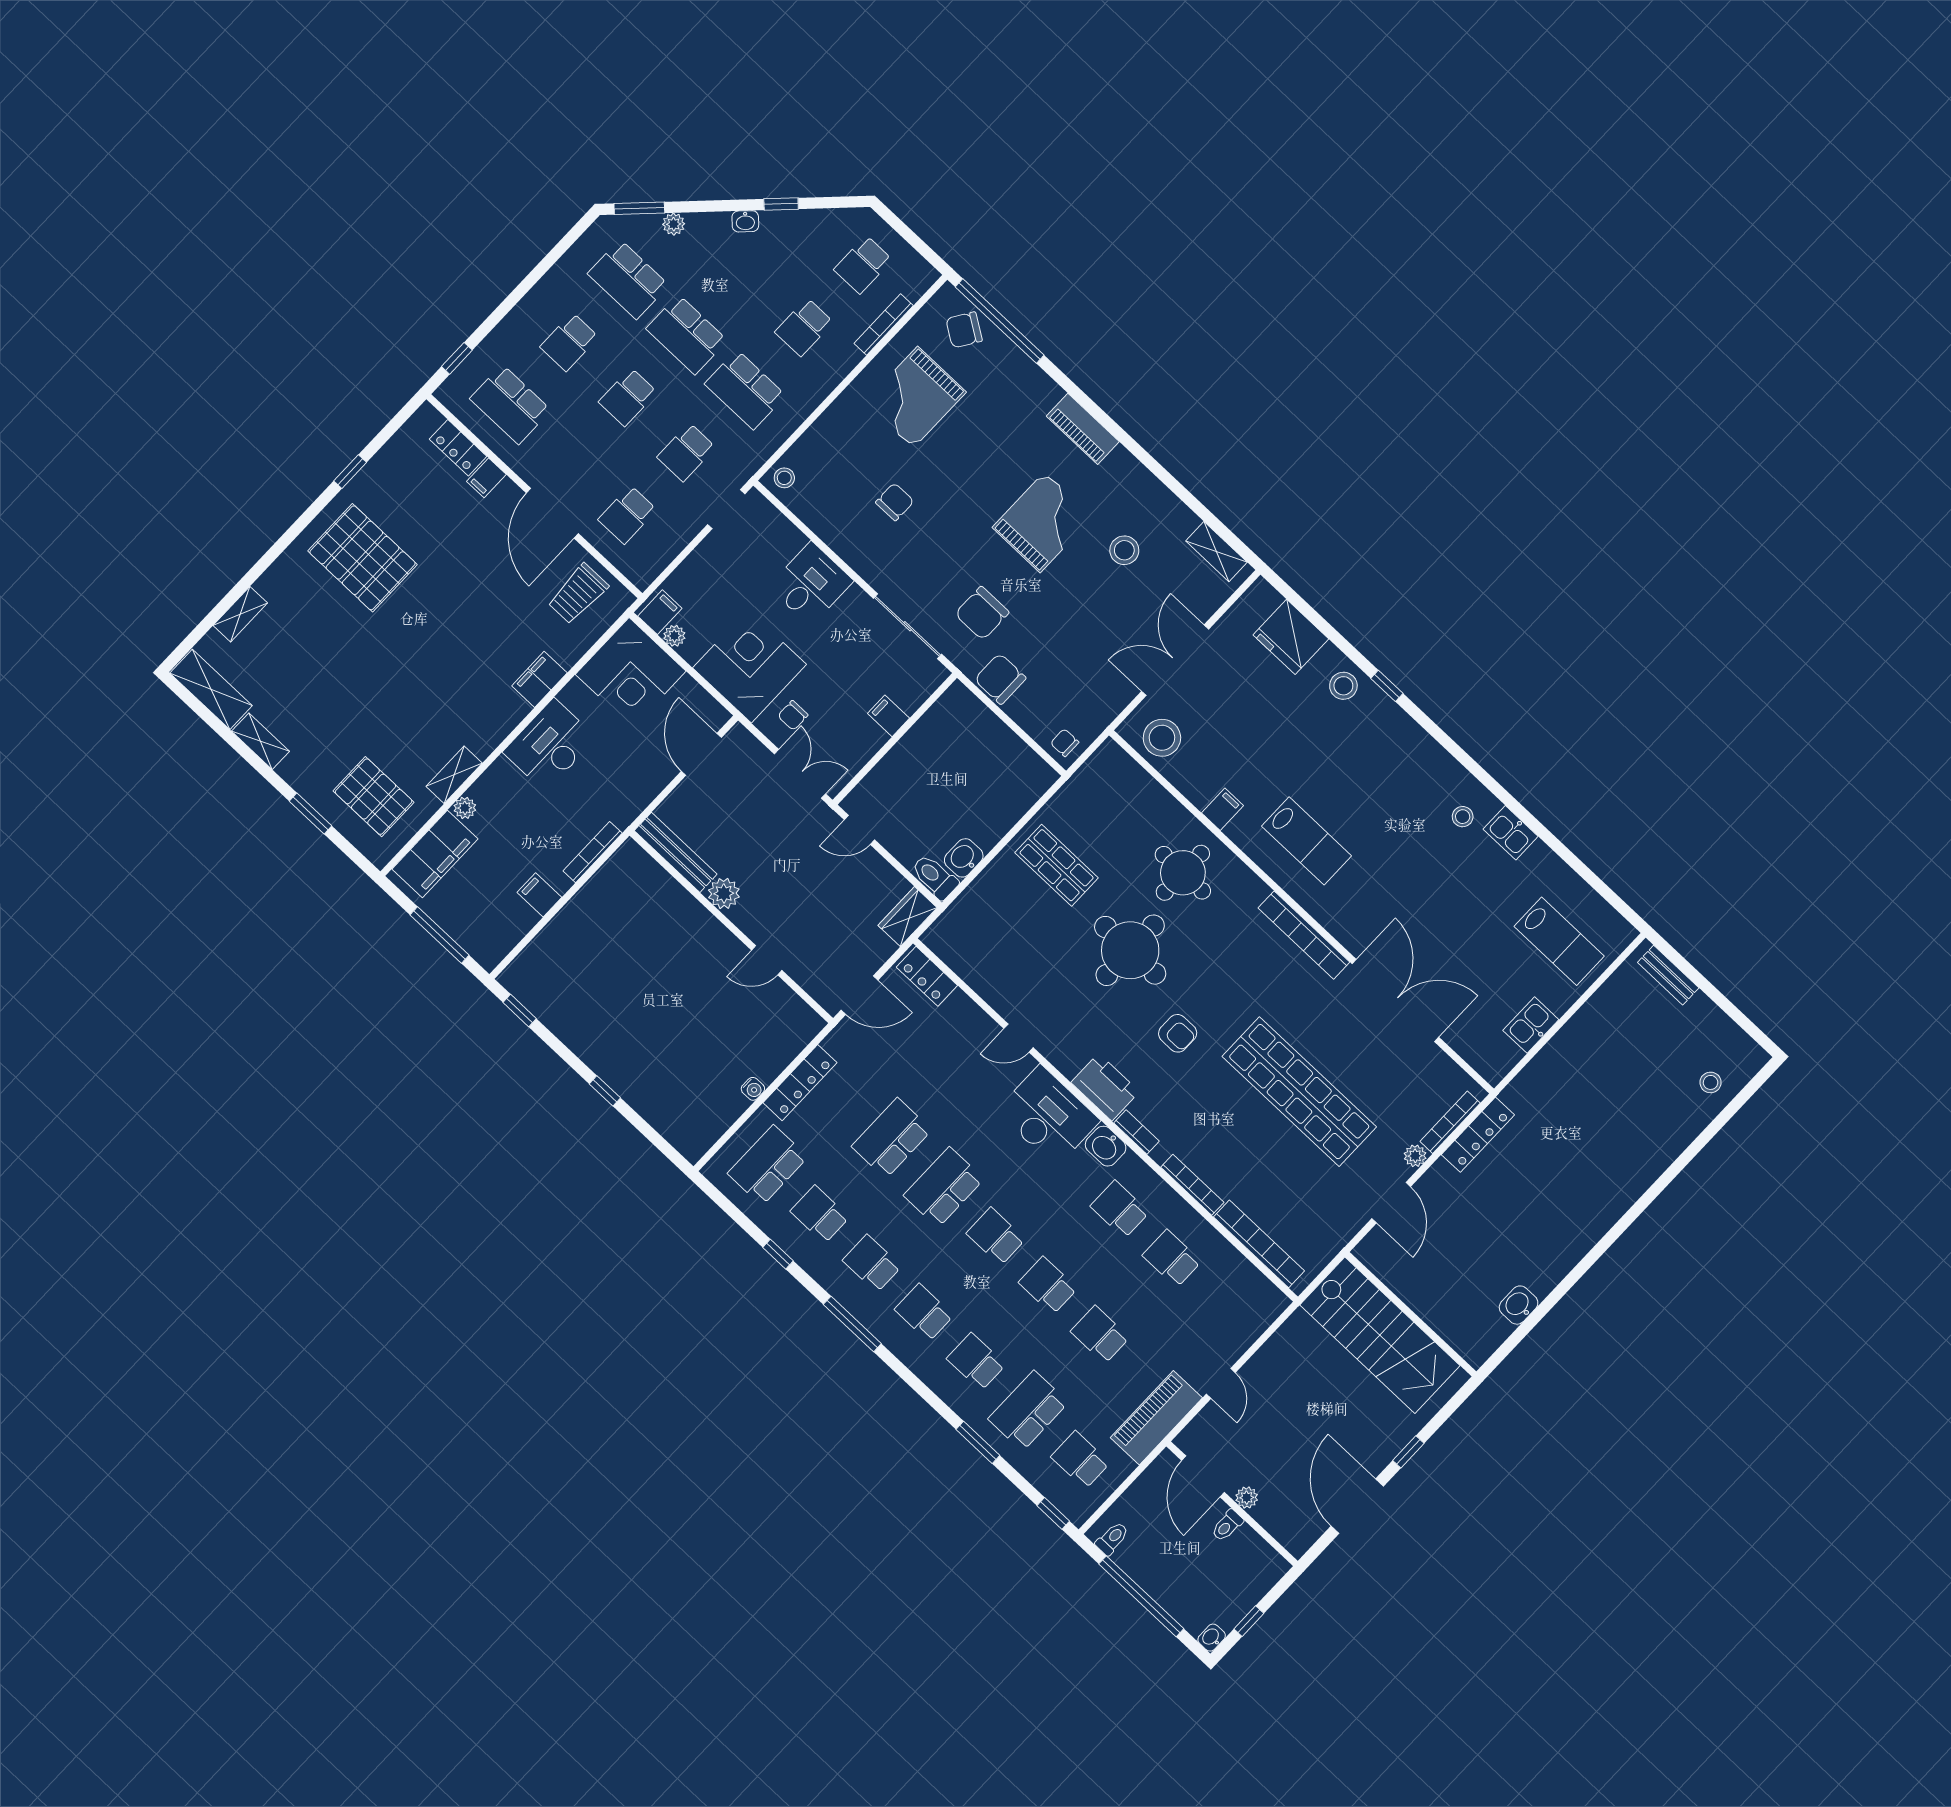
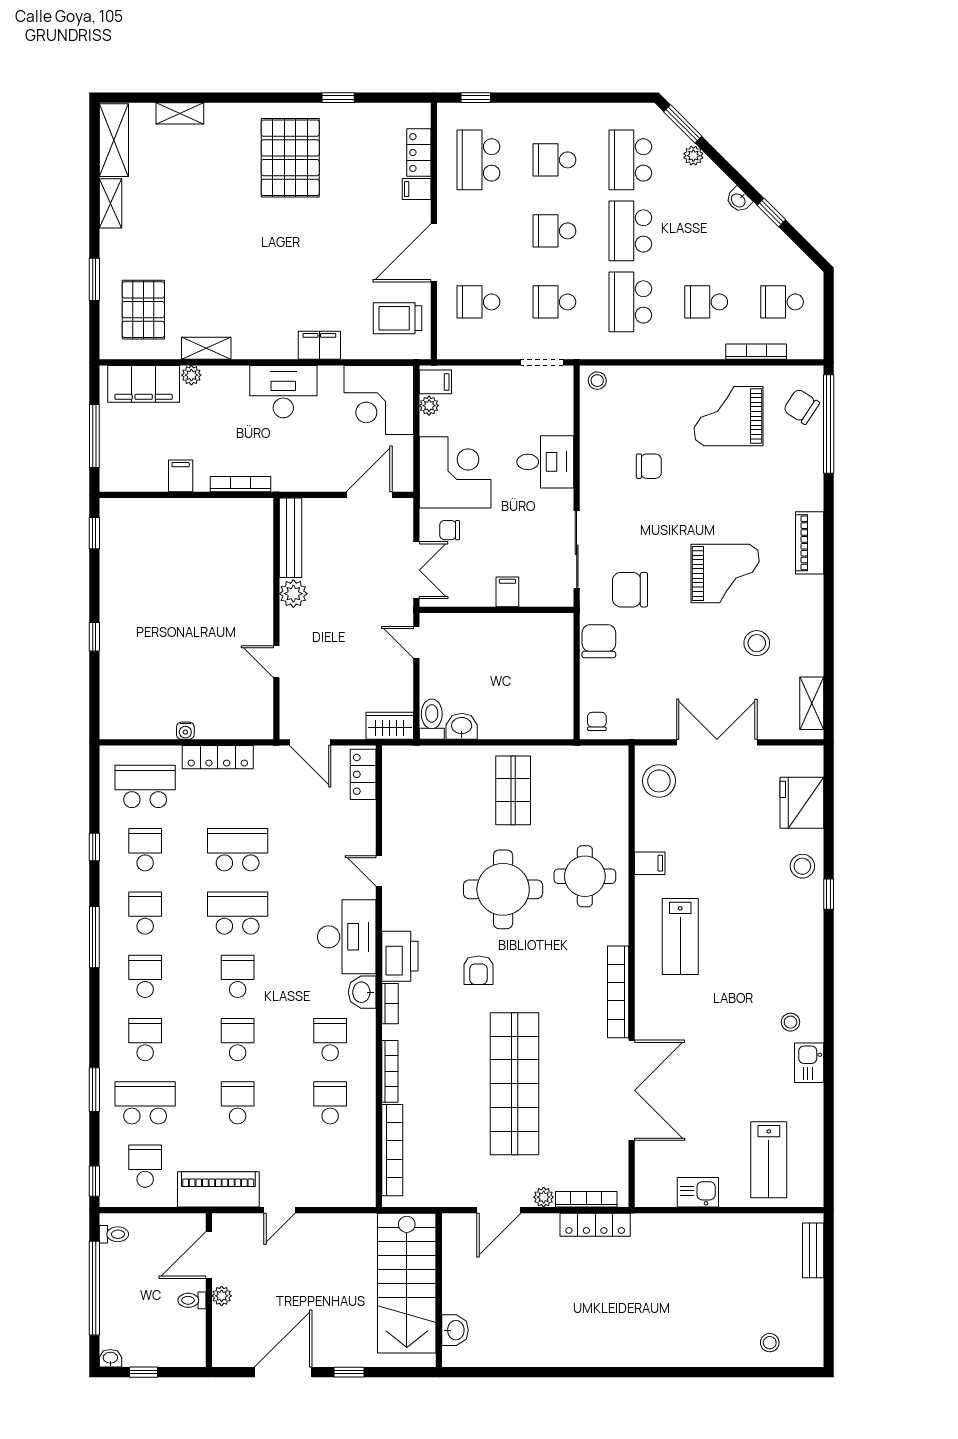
washbasin: (1519, 1305) -> (455, 1330), moved, turned 90

